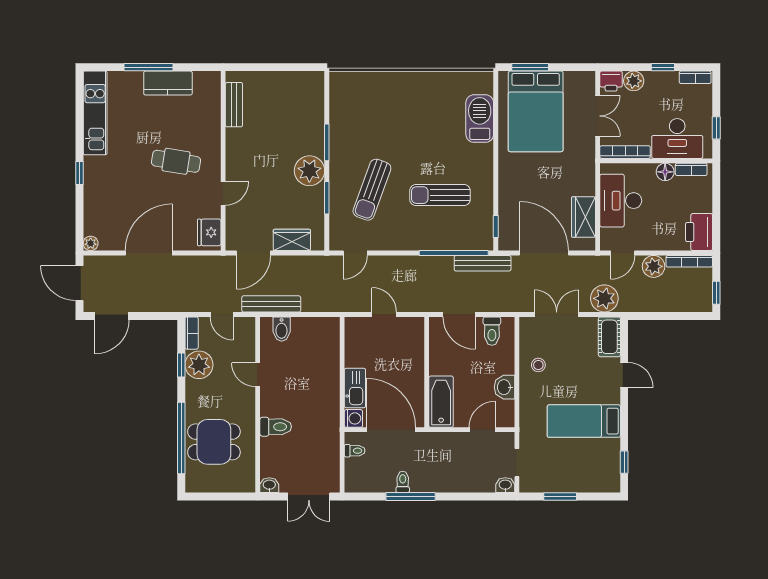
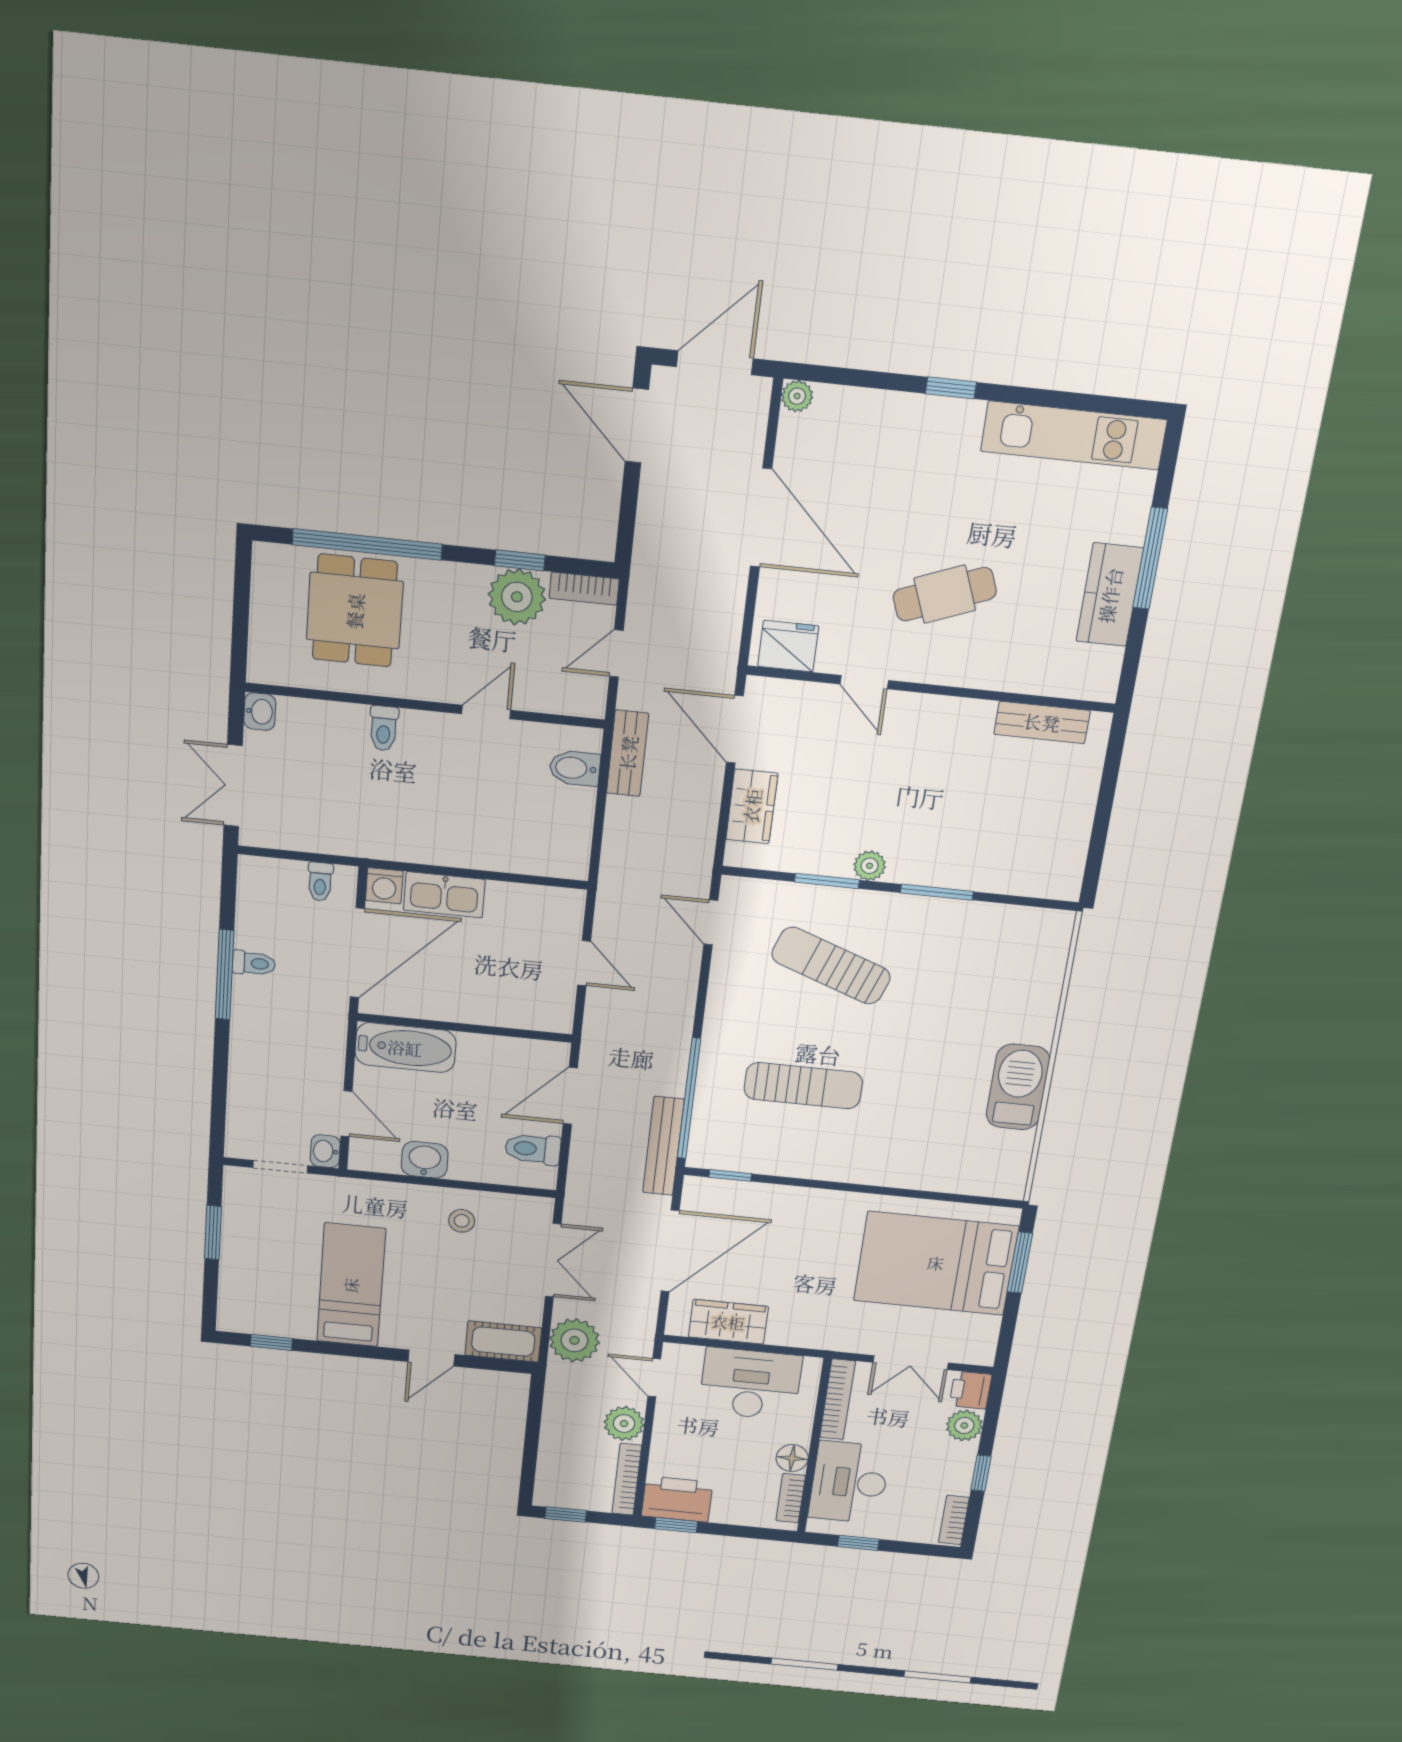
barbecue: (480, 119) -> (1018, 1087), moved, turned -90
cafe table: (176, 161) -> (945, 594), turned 60
plant: (309, 171) -> (870, 866), width x0.53, depth x0.53
sun lounger: (440, 195) -> (803, 1086), turned 90
window: (716, 231) -> (676, 1525), added
bench: (271, 304) -> (628, 753), width x0.73
door: (384, 314) -> (584, 963), hinge flipped
toilet: (276, 427) -> (384, 728), width x0.73, depth x0.72
washbasin: (505, 485) -> (325, 1151), moved, turned 180

